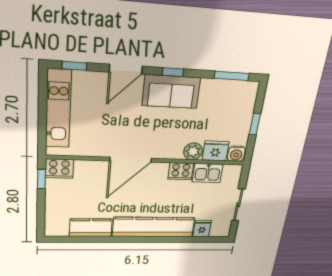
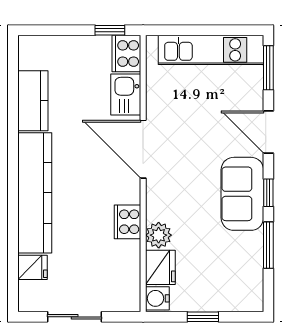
window: (74, 66) -> (268, 68), width x1.50
window: (232, 76) -> (268, 245), moved
kitchen sink: (208, 173) -> (126, 94), moved

